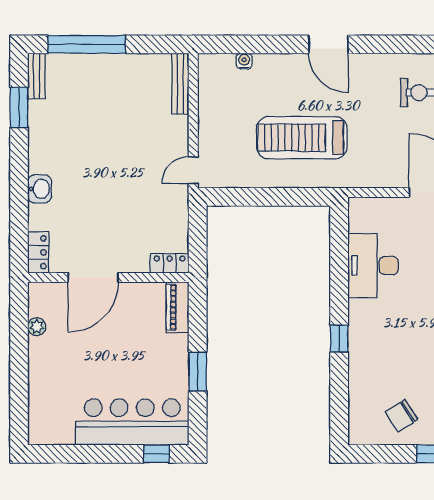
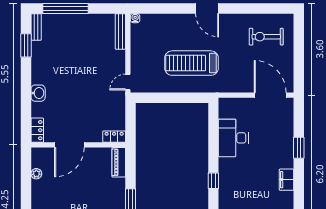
water cooler: (244, 61) -> (135, 18), moved

